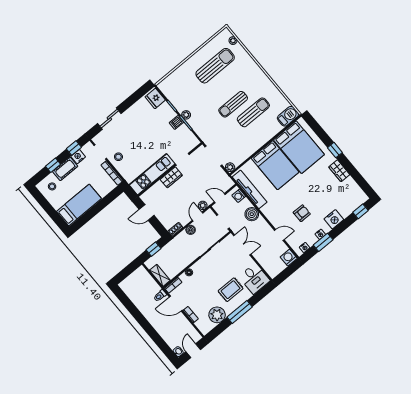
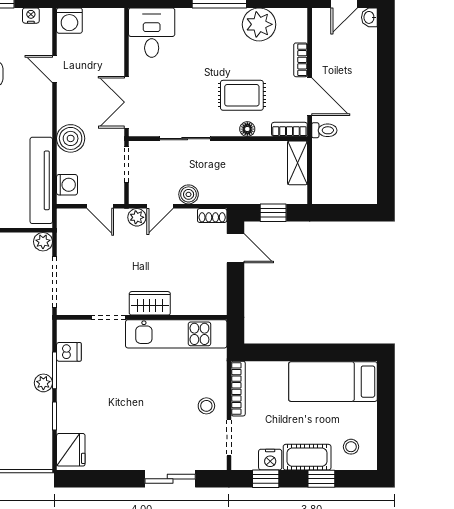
dishwasher: (176, 122) -> (69, 352), moved
door: (147, 212) -> (235, 248), moved
rug: (231, 290) -> (242, 95), moved

